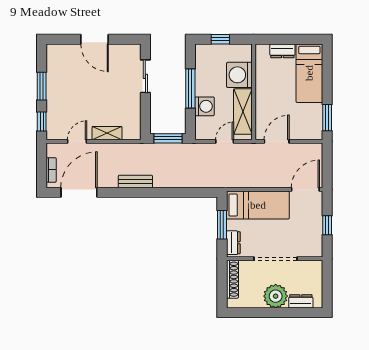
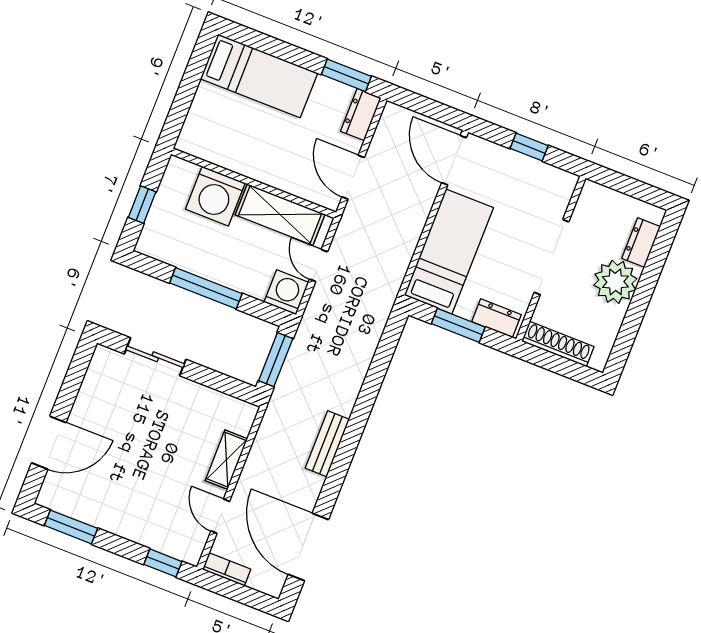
door: (95, 39) -> (49, 443), moved
dresser: (282, 51) -> (361, 115), moved, turned 180
window: (42, 86) -> (71, 527), moved
washing machine: (204, 106) -> (286, 292), moved
bookcase: (51, 170) -> (227, 569), moved

